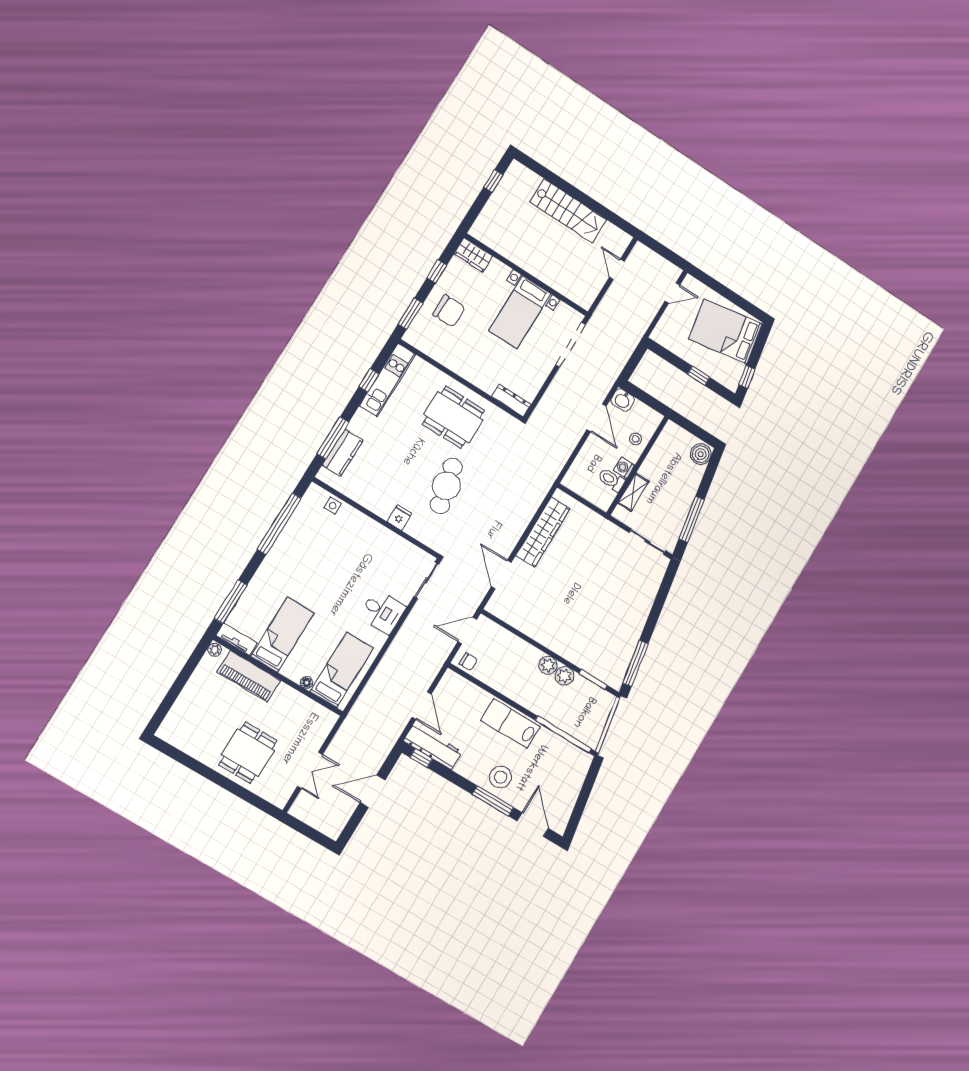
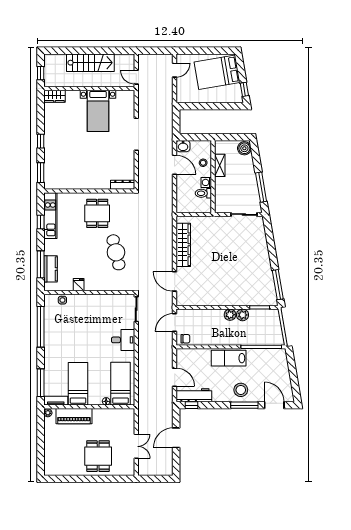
wardrobe: (473, 255) -> (54, 96), moved
wall: (526, 275) -> (89, 88), moved
chair: (449, 311) -> (60, 158), removed
bed with nightstands: (520, 312) -> (98, 111), moved
window: (699, 376) -> (217, 106), removed
dining table: (453, 417) -> (97, 213), width x0.73
shelving: (633, 492) -> (220, 165), moved
fridge: (400, 518) -> (79, 285), moved

